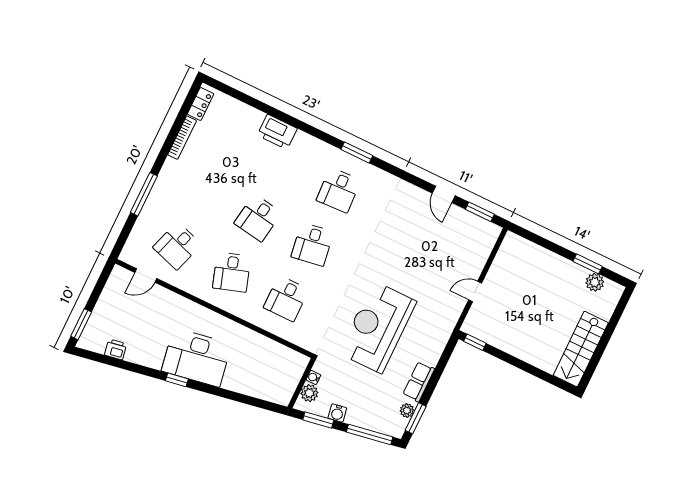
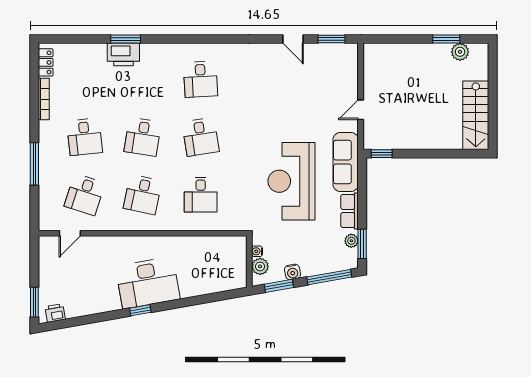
window: (357, 152) -> (126, 39), moved
desk: (203, 192) -> (85, 137), added
desk: (232, 272) -> (143, 195), turned 30
sofa: (437, 334) -> (346, 162), added
printer: (116, 349) -> (55, 313), moved

